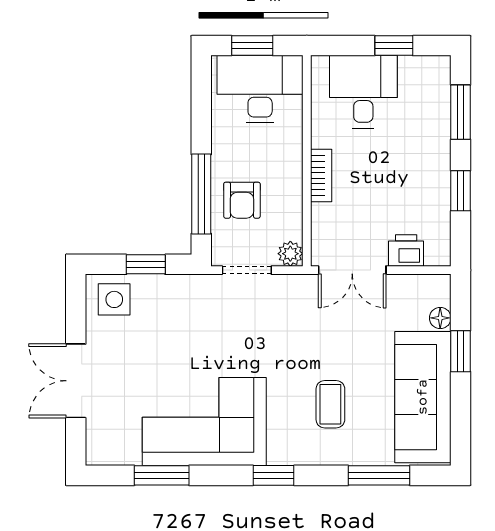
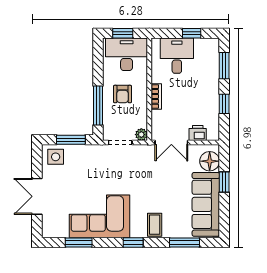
armchair: (242, 200) -> (122, 94), moved
window: (146, 264) -> (71, 140), width x1.50
floor lamp: (440, 318) -> (210, 161), width x1.89, depth x1.89
coffee table: (330, 404) -> (155, 225), moved

